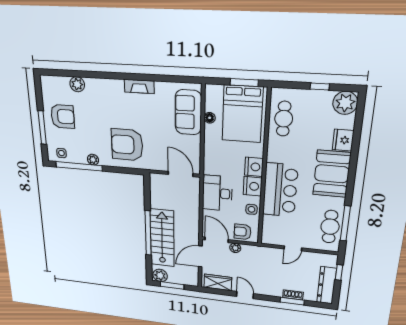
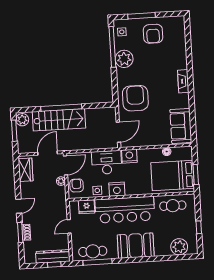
plant: (77, 84) -> (180, 47), removed
fireplace: (139, 86) -> (183, 81), moved
plant: (345, 103) -> (179, 247), moved
sofa: (188, 112) -> (181, 126), moved, turned -90
fridge: (343, 140) -> (87, 207), moved, turned 180
armchair: (127, 145) -> (135, 98), moved
plant: (93, 160) -> (124, 59), width x1.87, depth x1.87
nightstand: (254, 167) -> (129, 156), moved, turned 180
bar counter: (280, 190) -> (125, 210), width x1.36
door: (293, 248) -> (69, 226), hinge flipped
door: (200, 256) -> (48, 153), hinge flipped
dresser: (327, 285) -> (53, 256), moved
door: (245, 295) -> (19, 206), moved

